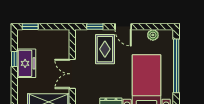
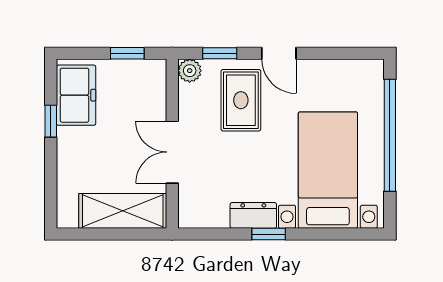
window: (30, 27) -> (127, 53), moved
plant: (153, 35) -> (190, 71), moved
freezer: (26, 63) -> (76, 95), moved

